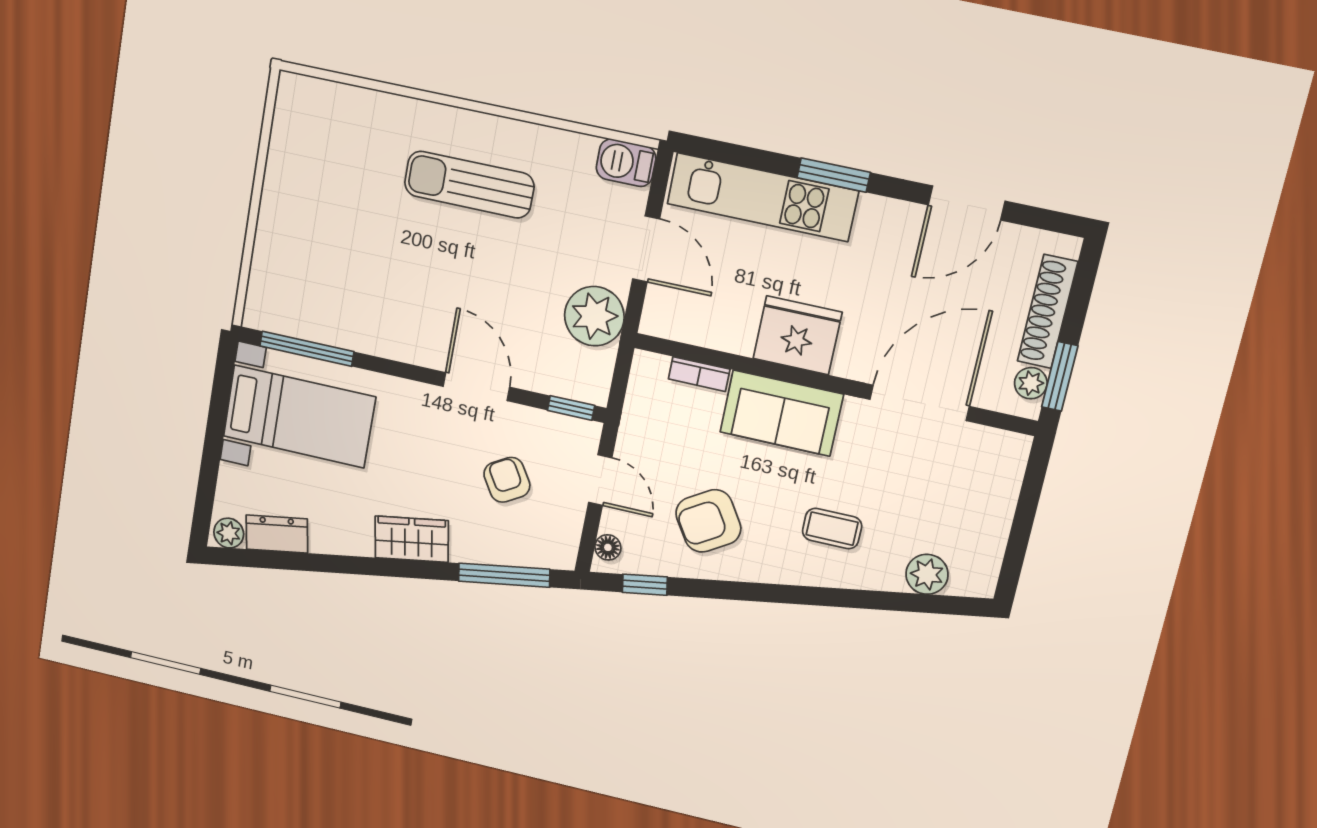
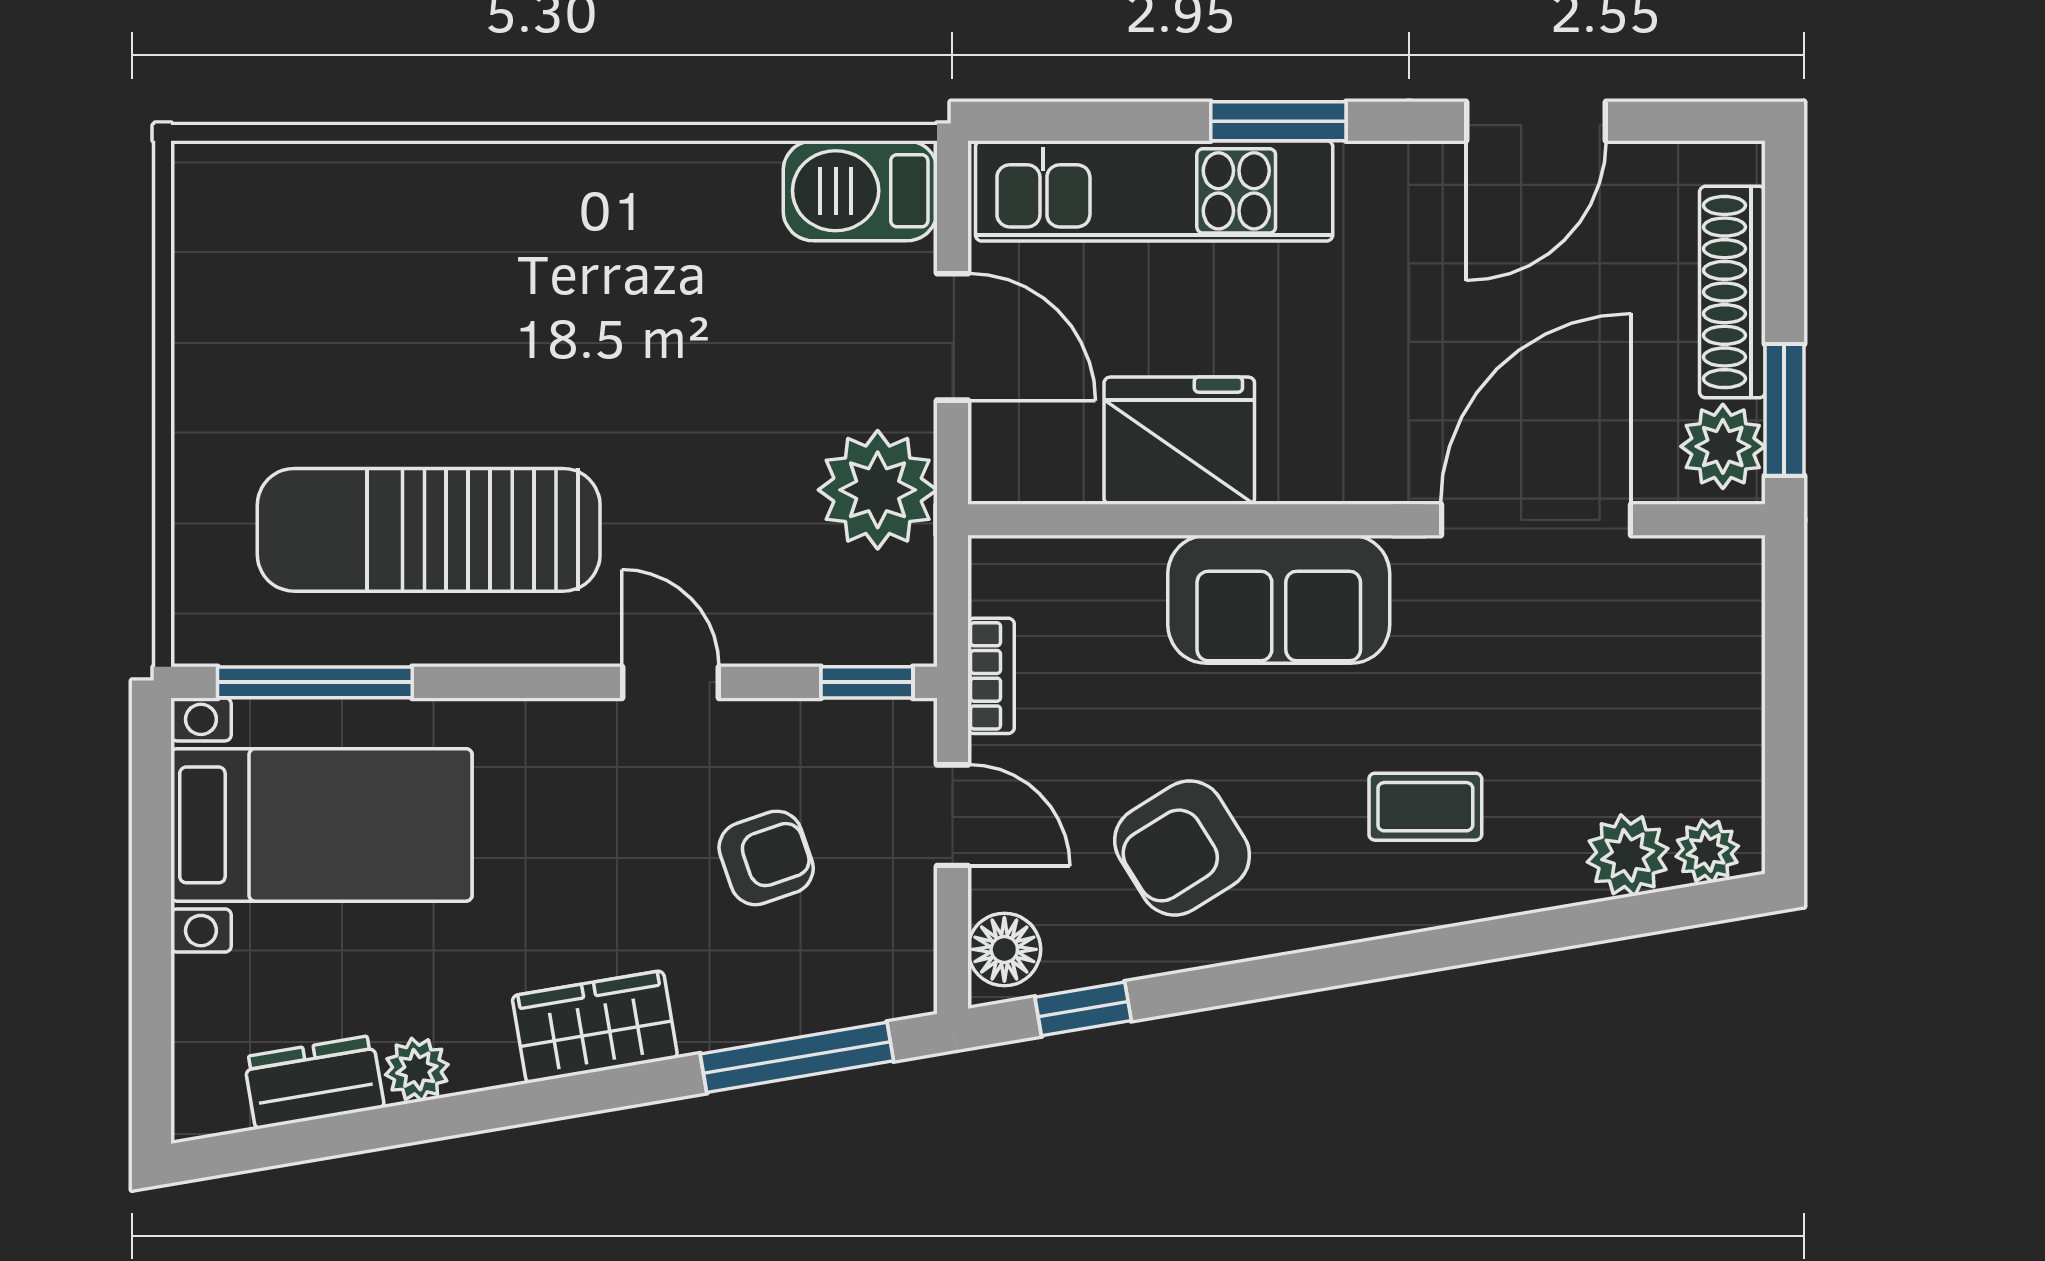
barbecue: (626, 163) -> (860, 191), width x1.38, depth x1.27
sun lounger: (469, 185) -> (429, 530), moved, width x1.36, depth x1.34
fridge: (797, 335) -> (1179, 441), moved
bookcase: (699, 374) -> (991, 676), moved, turned -90
plant: (1031, 383) -> (1723, 446), width x1.38, depth x1.38
door: (476, 387) -> (671, 682), width x0.73
armchair: (507, 480) -> (766, 858), turned 102
plant: (229, 533) -> (417, 1070), moved
floor lamp: (608, 547) -> (1004, 949), width x1.37, depth x1.37
plant: (967, 581) -> (1707, 851), added

